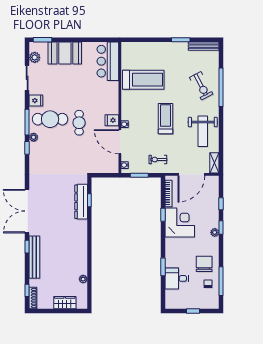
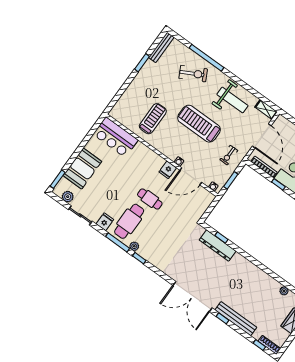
treadmill: (143, 80) -> (153, 119), width x0.73, depth x0.73
treadmill: (165, 119) -> (199, 124), width x1.37, depth x1.37

